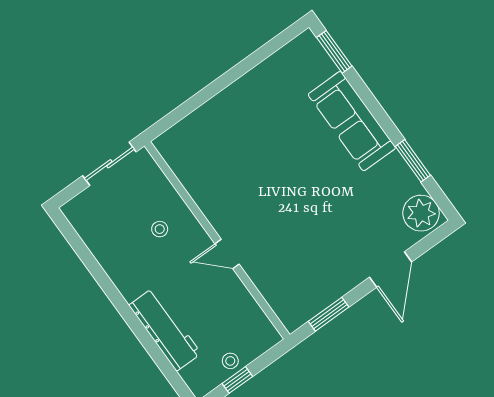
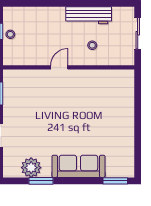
sliding door: (109, 164) -> (138, 33), moved
plant: (421, 213) -> (31, 168), moved
workbench: (165, 329) -> (89, 15), moved

